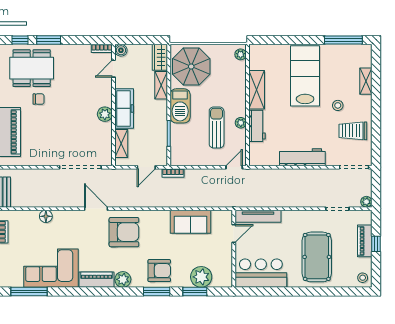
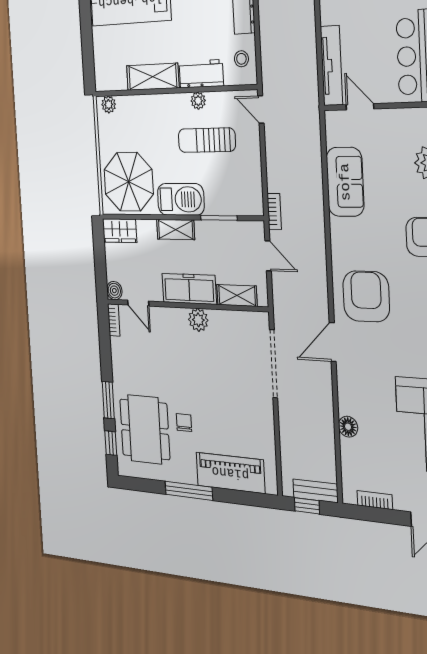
shelving: (161, 85) -> (176, 230), moved
stool: (265, 155) -> (241, 59), added

